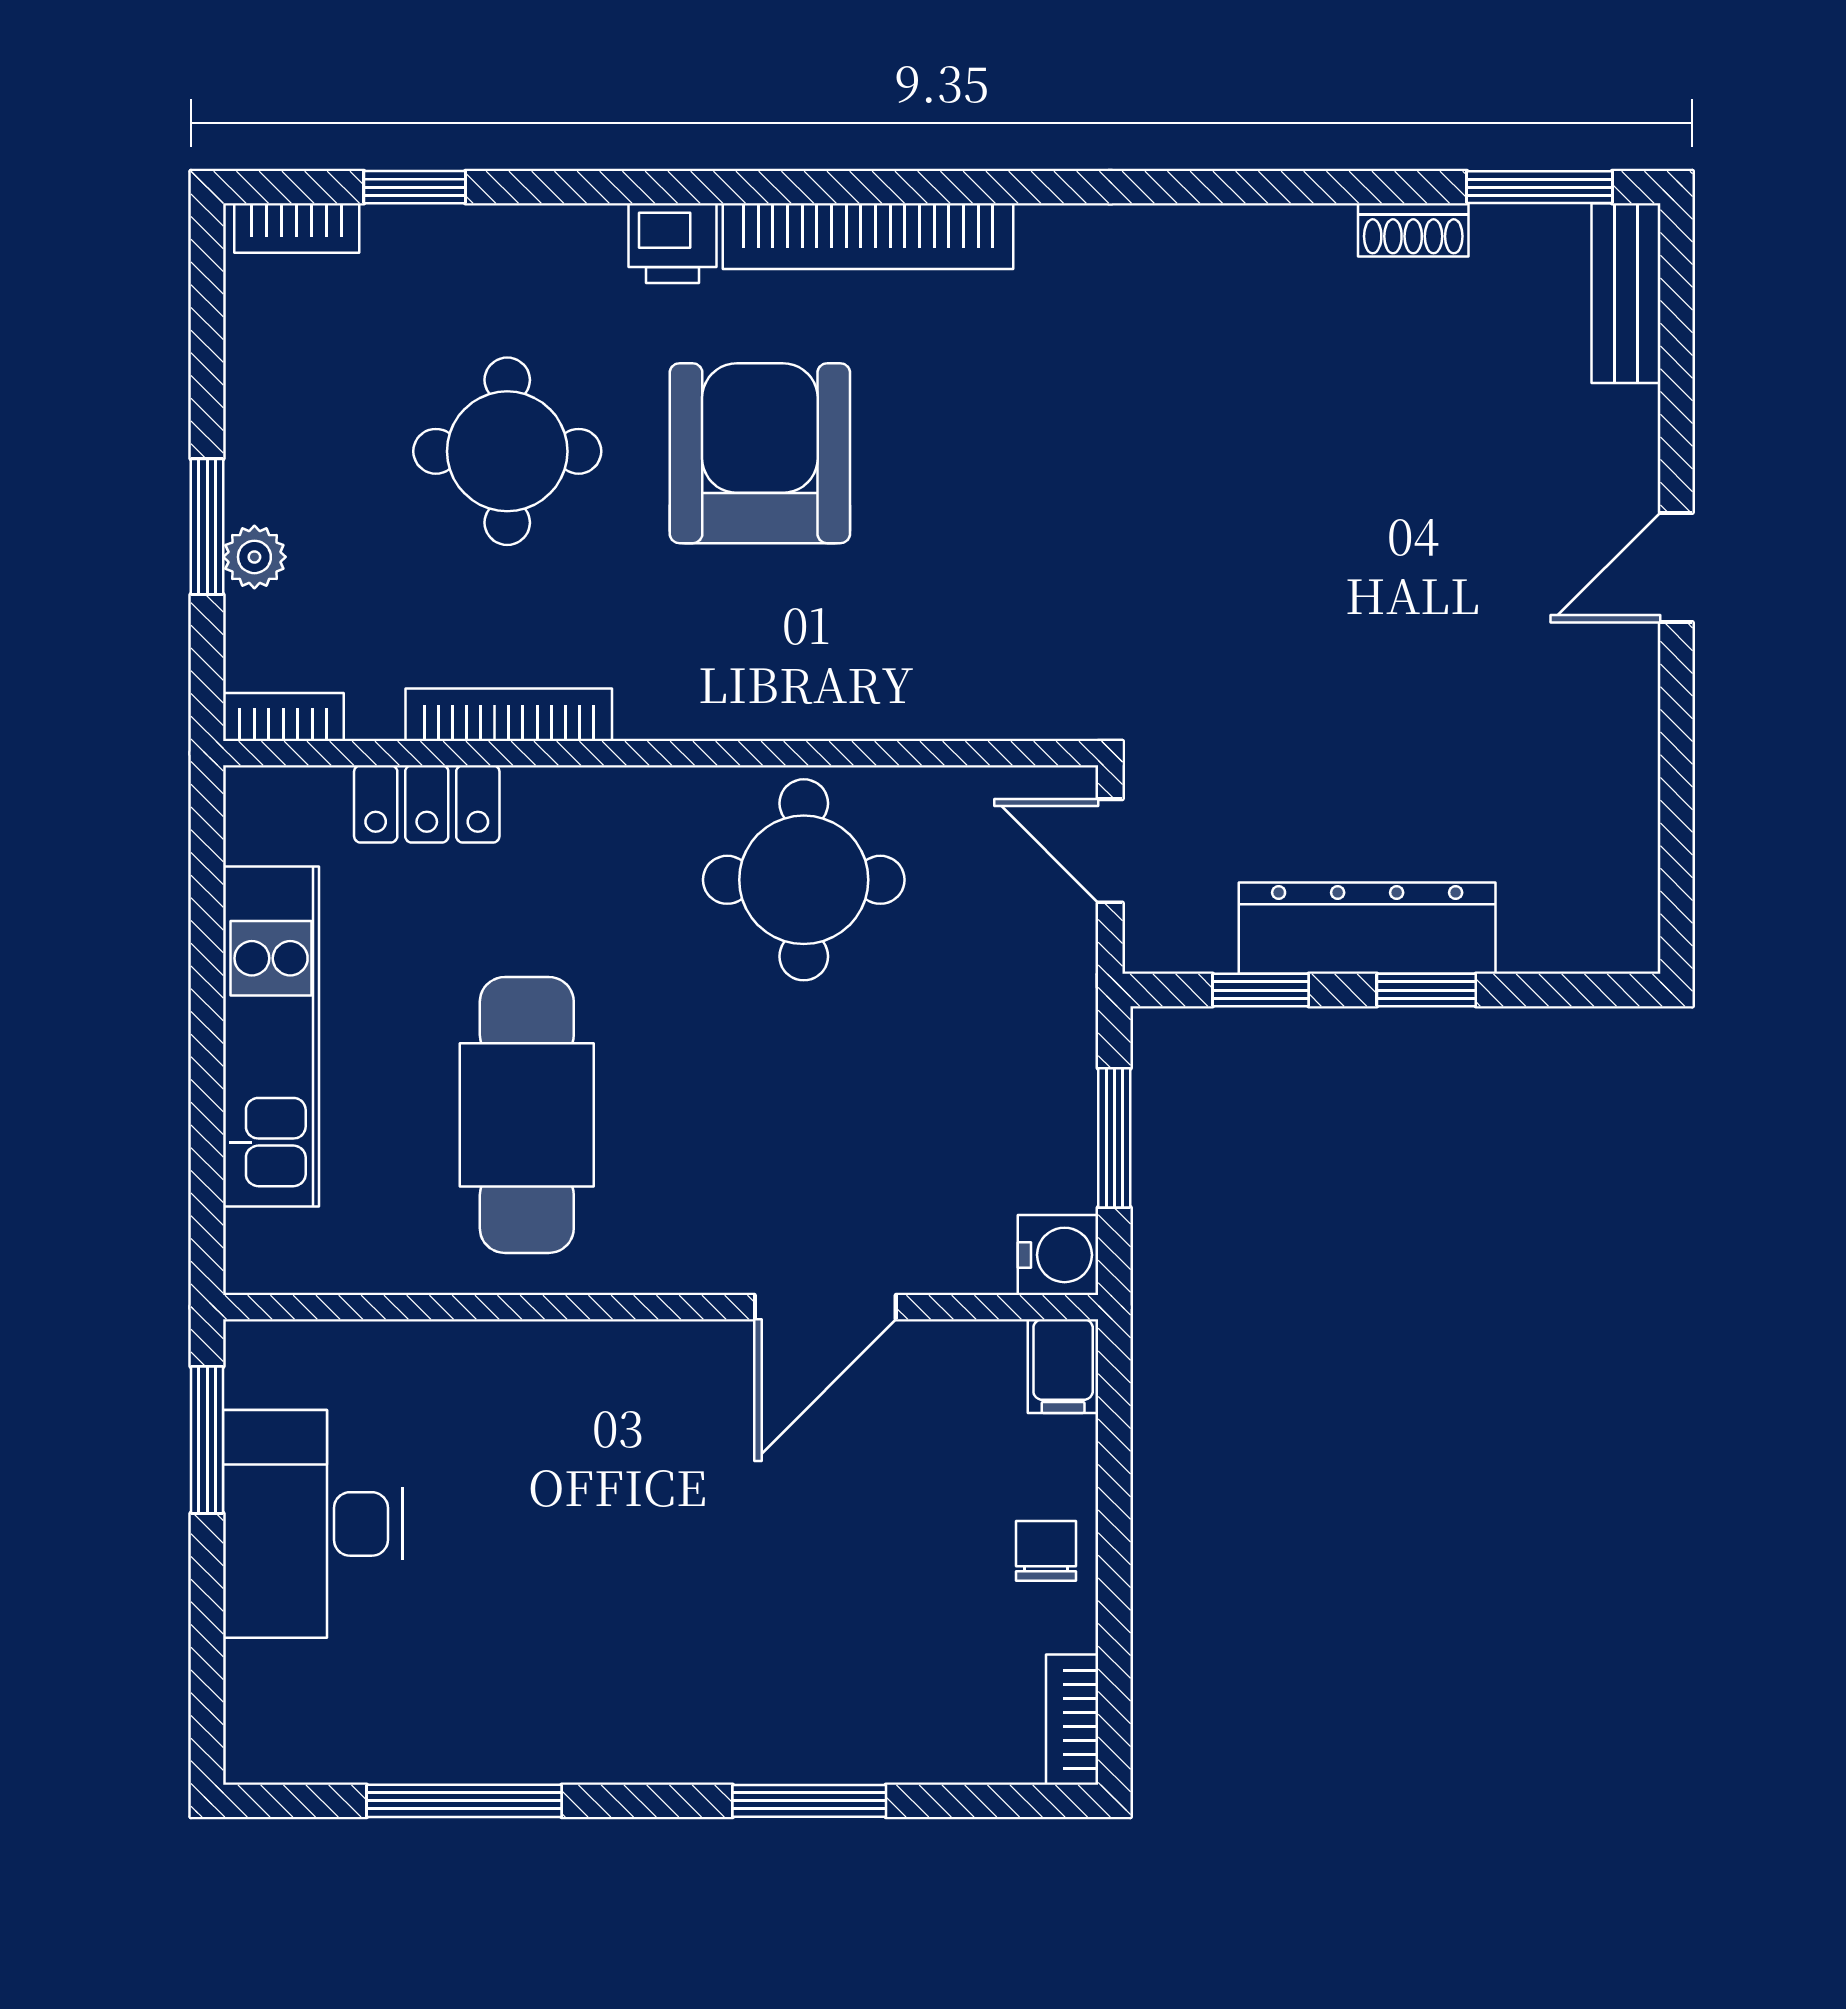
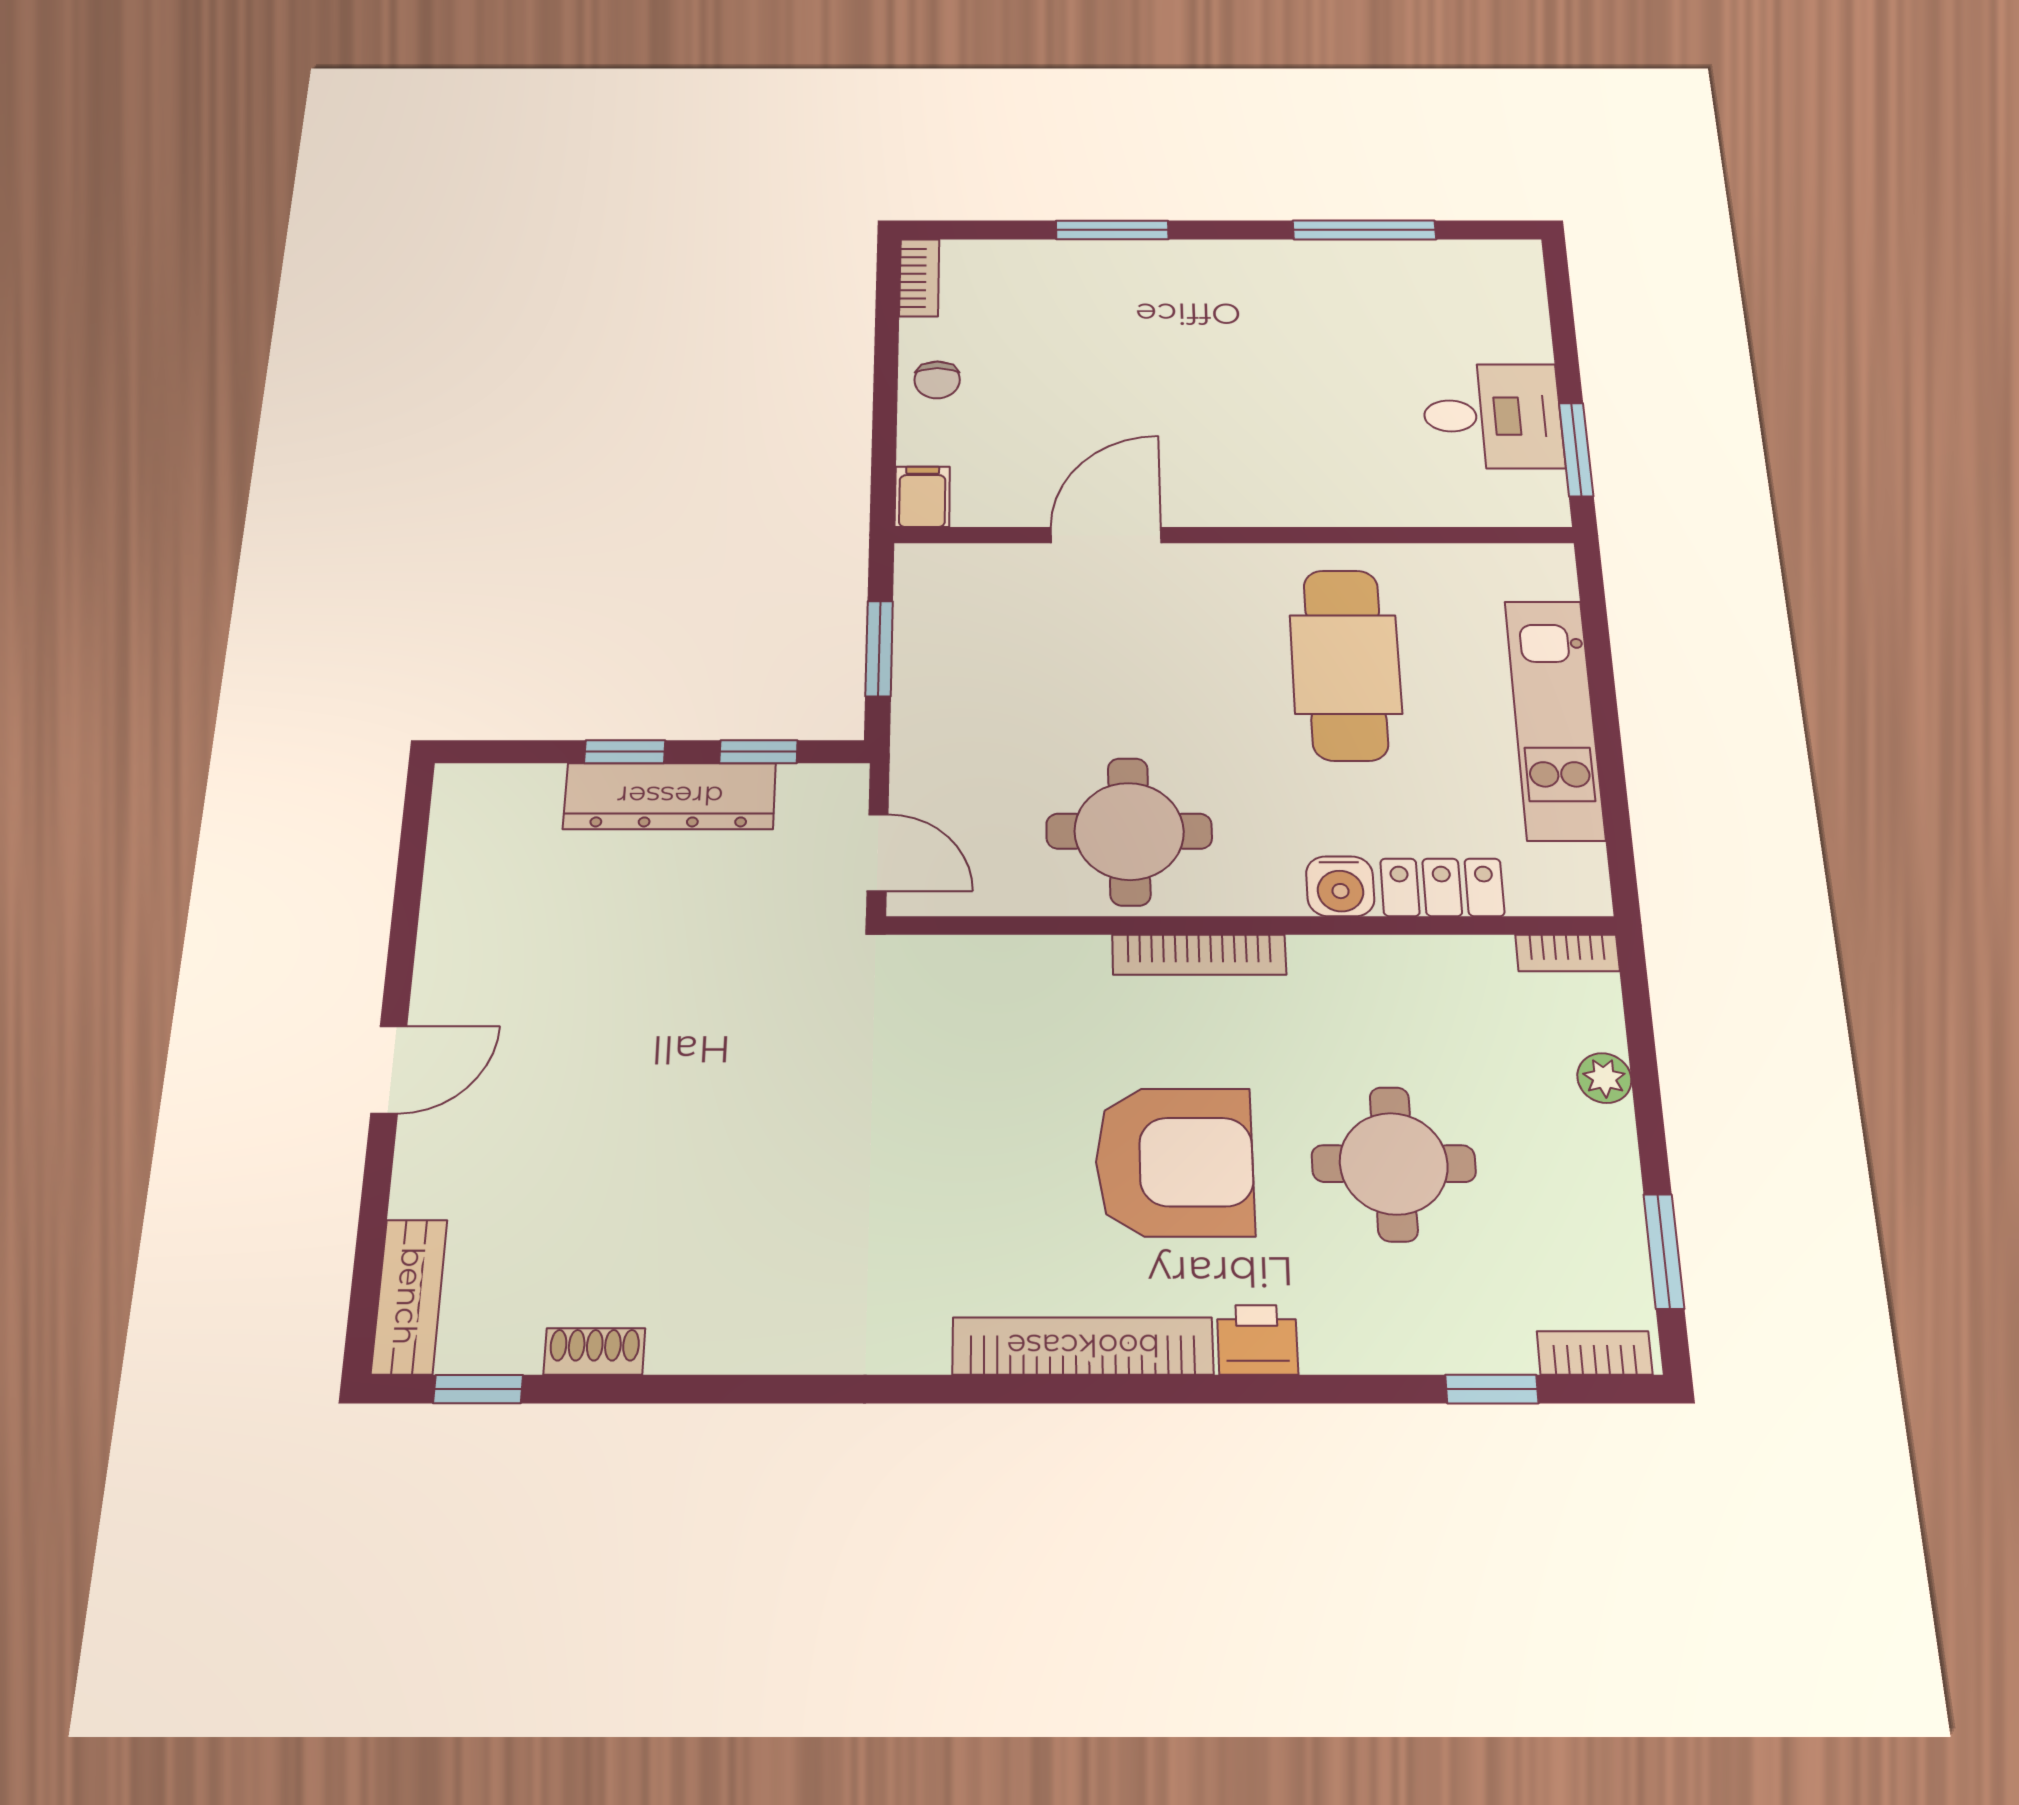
window: (1539, 187) -> (478, 1389), width x0.67
armchair: (760, 453) -> (1174, 1162), turned -90
window: (207, 527) -> (1664, 1251), moved
bookcase: (509, 715) -> (1199, 955), moved
water cooler: (1058, 1255) -> (1340, 886), moved, turned -90
desk: (313, 1524) -> (1492, 416), width x0.73

